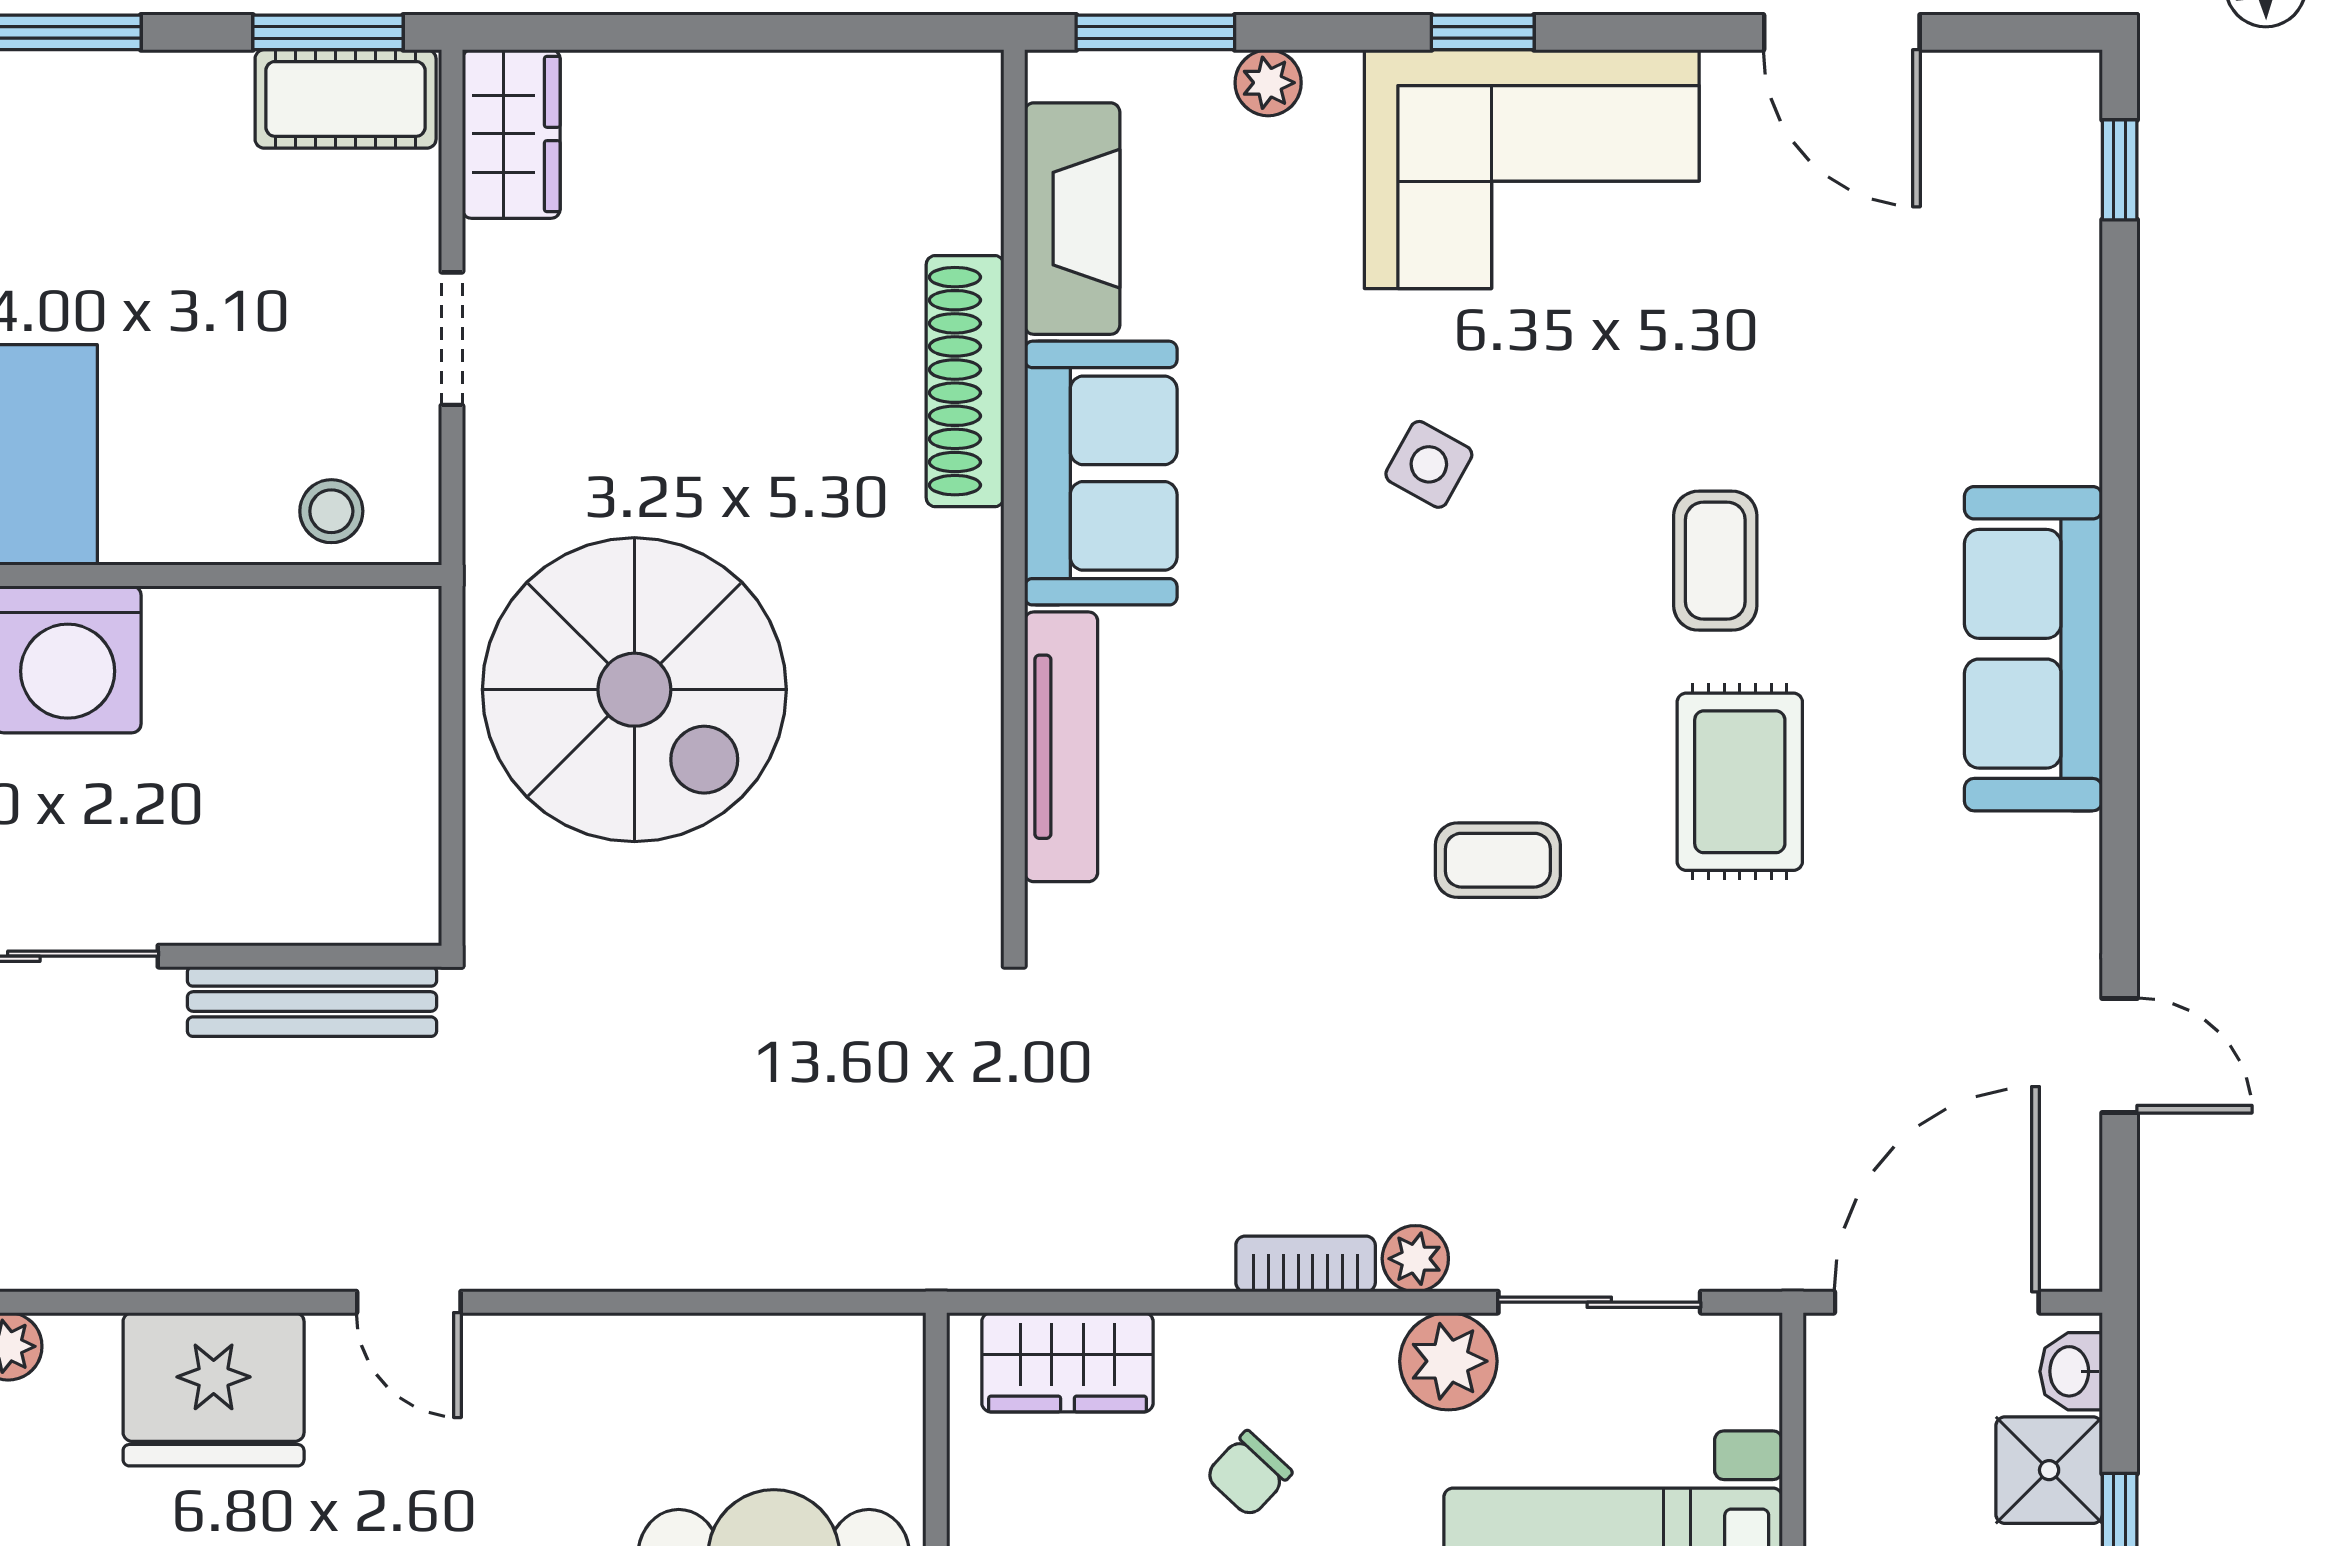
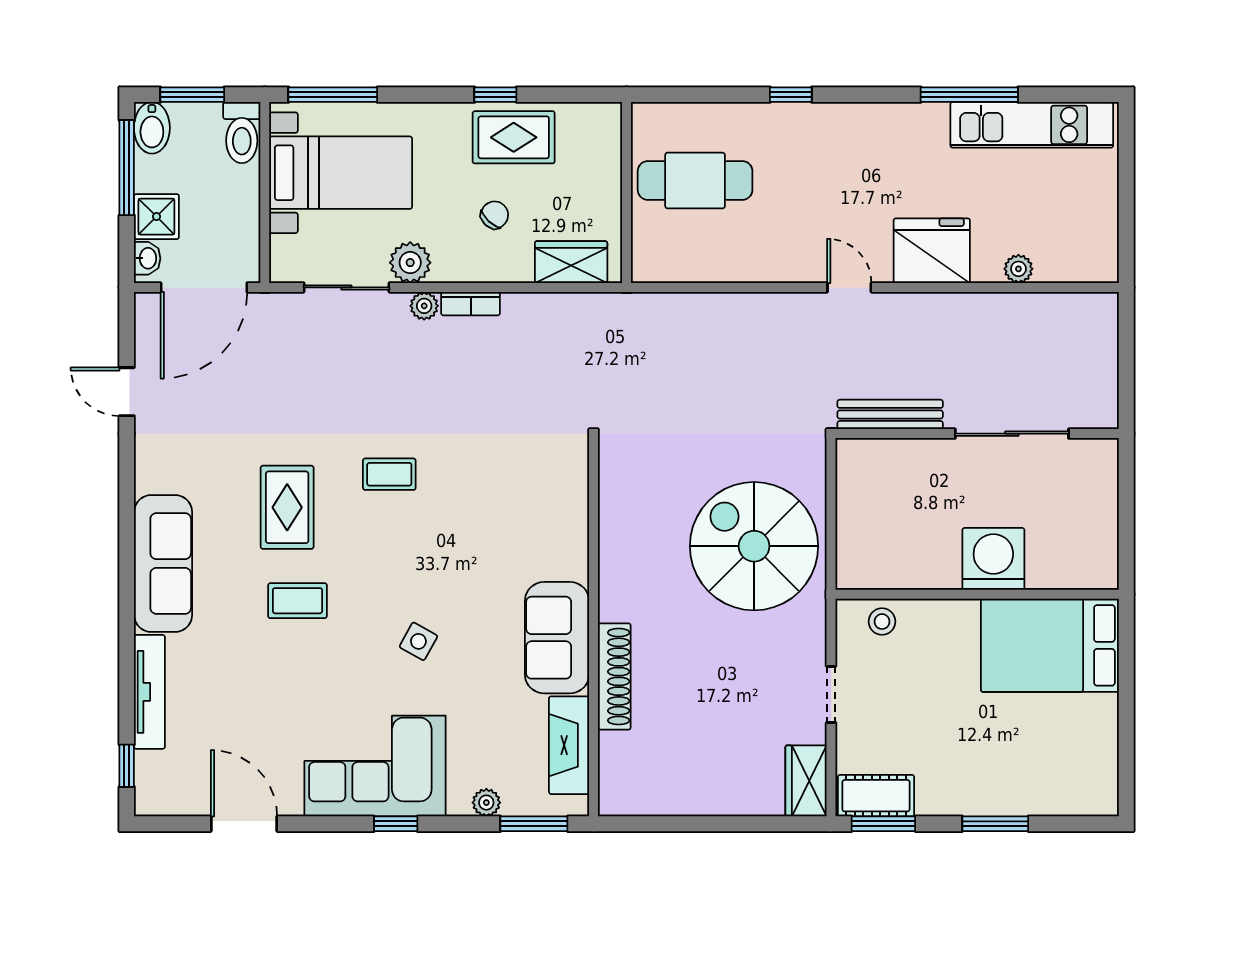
coffee table: (1715, 561) -> (297, 601), turned 90
tv unit: (1061, 747) -> (149, 692), moved, turned 180

